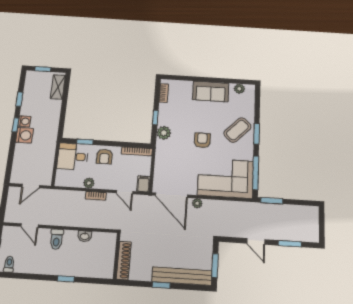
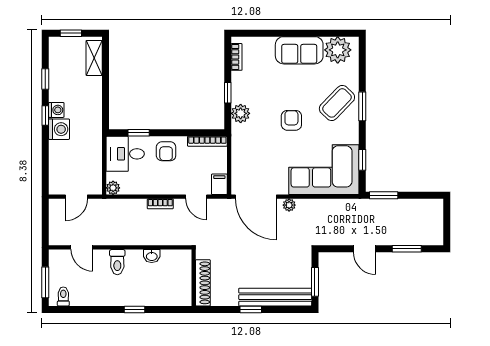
plant: (239, 89) -> (338, 50), width x1.87, depth x1.87
window: (256, 173) -> (362, 160), width x0.46
plant: (89, 183) -> (113, 188), moved

